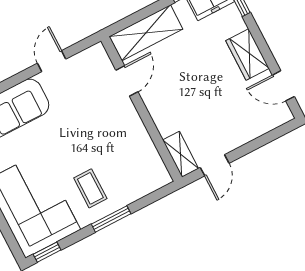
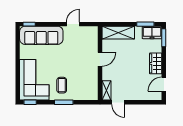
door: (127, 81) -> (100, 59), moved
door: (283, 86) -> (164, 84), hinge flipped
door: (215, 165) -> (118, 102), hinge flipped

